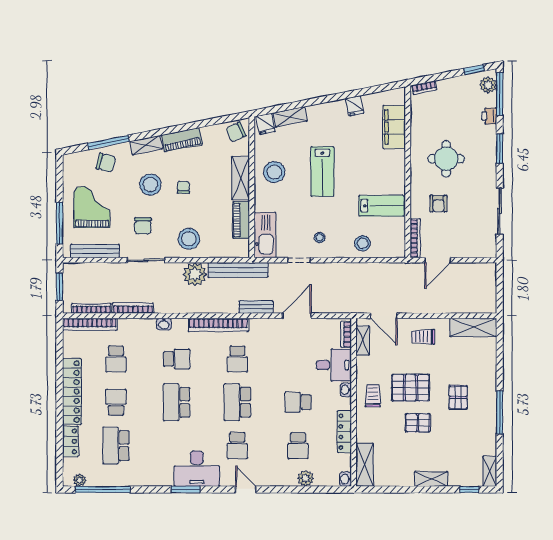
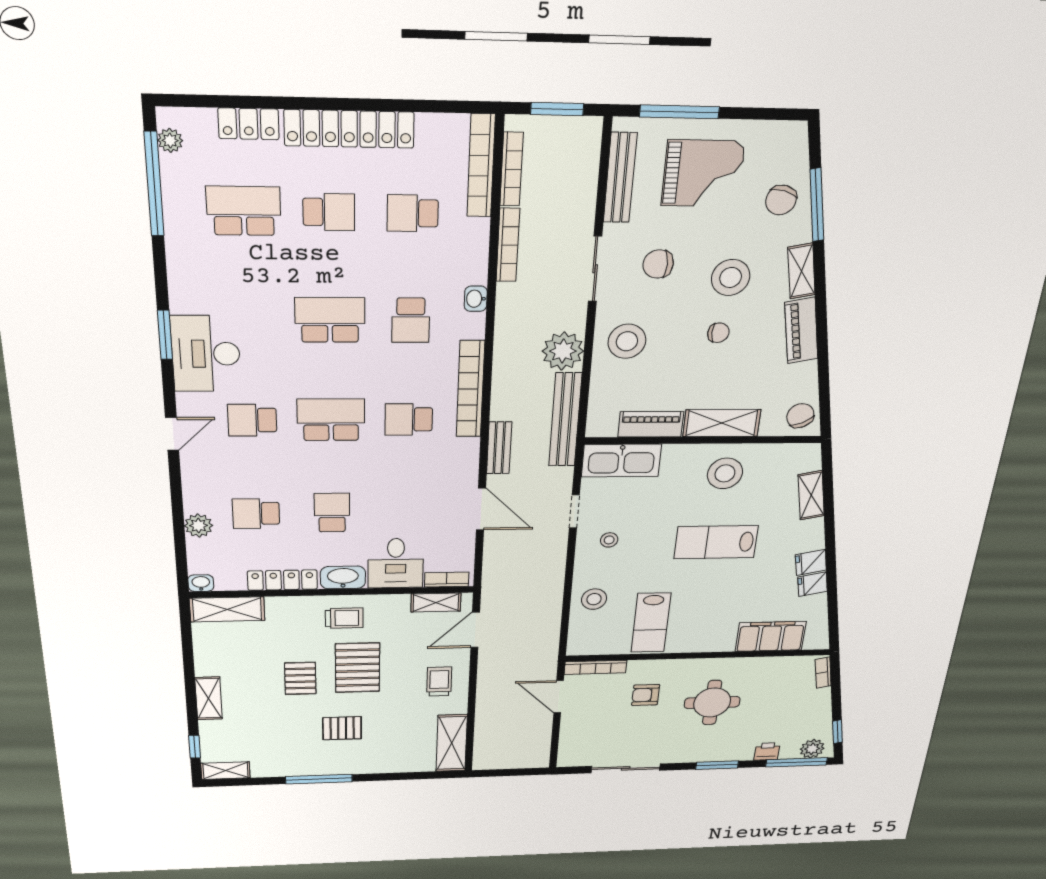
fridge: (266, 124) -> (811, 562), moved
washbasin: (346, 390) -> (343, 577), width x1.91, depth x1.45

